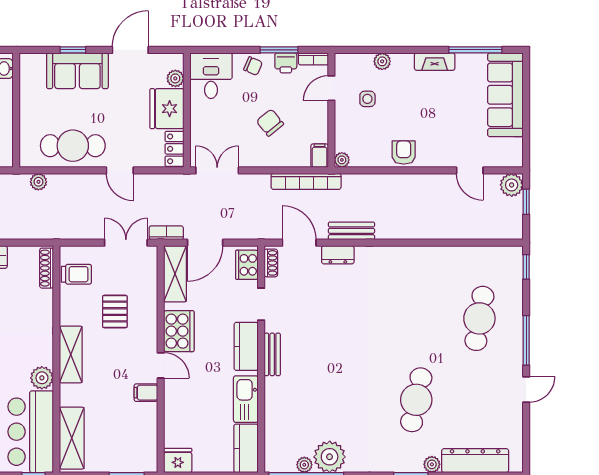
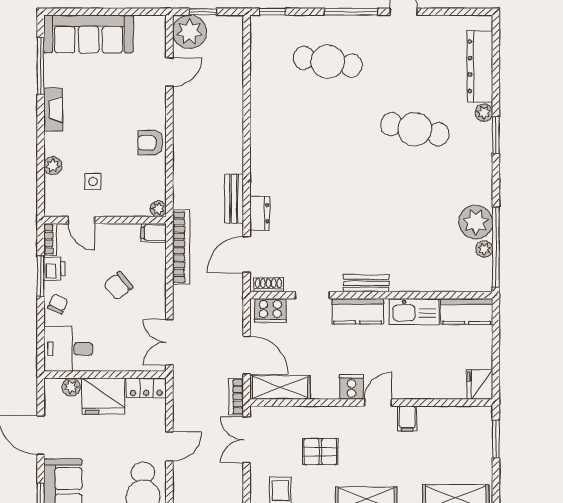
plant: (512, 185) -> (189, 32), width x1.36, depth x1.36
cooker: (179, 331) -> (352, 387), width x0.53, depth x0.76

